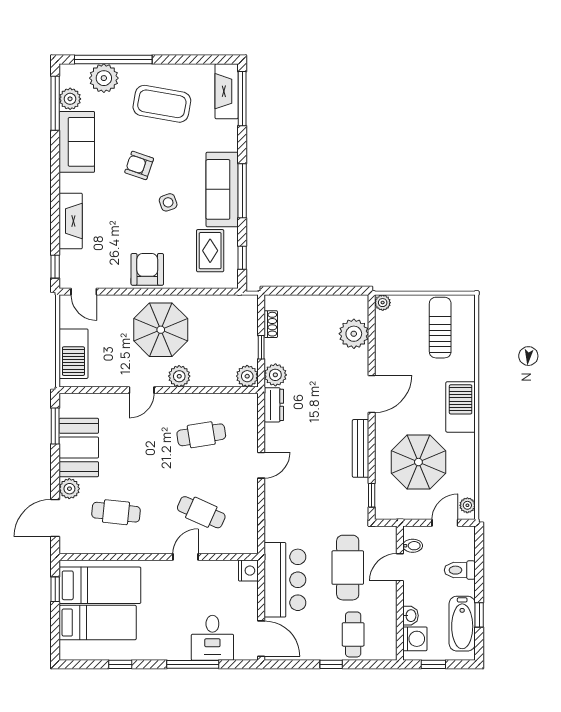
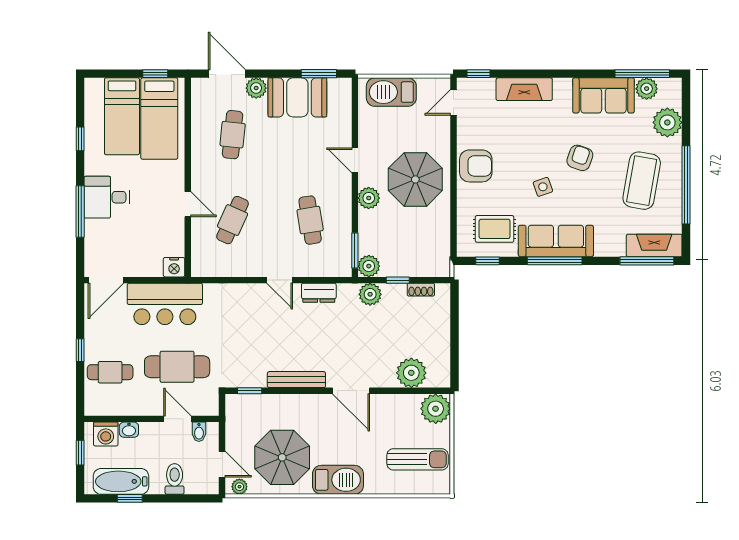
window: (113, 59) -> (686, 185), moved
plant: (383, 303) -> (436, 409), width x1.88, depth x1.88
window: (232, 390) -> (355, 251), added
dresser: (274, 405) -> (319, 293), moved
parasol: (418, 462) -> (282, 457), moved
desk: (212, 638) -> (107, 197), moved

